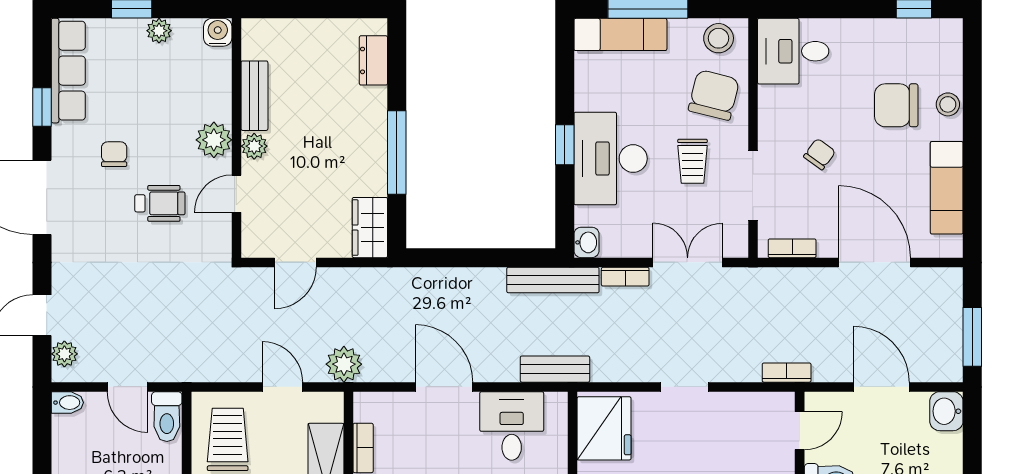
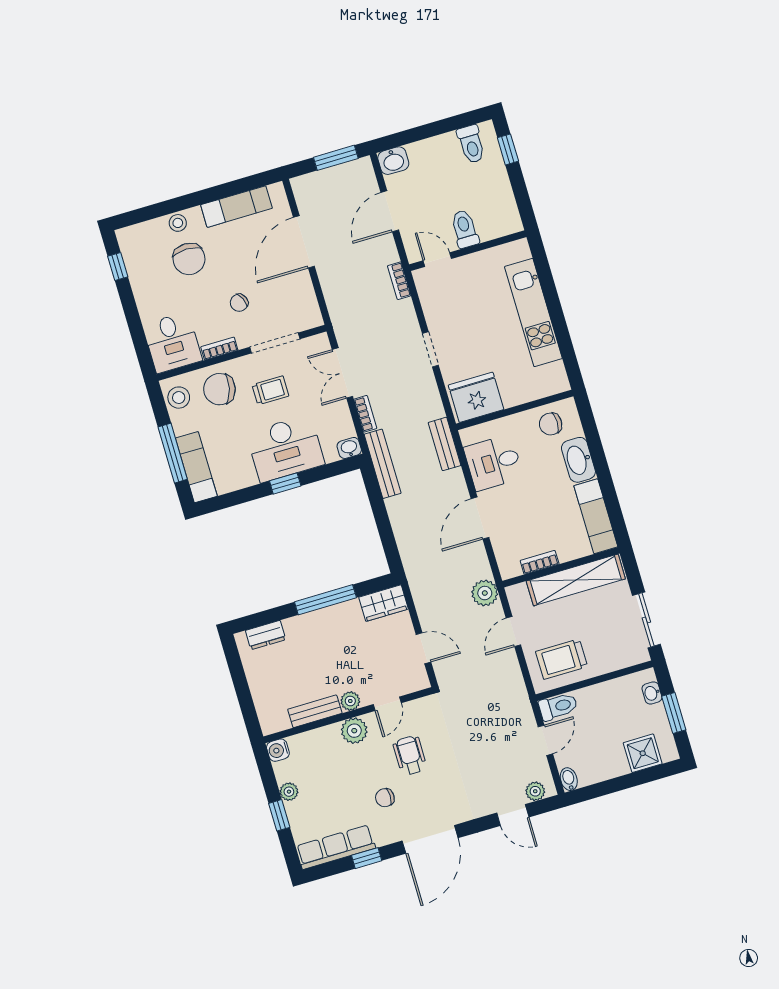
chair: (820, 154) -> (239, 303), turned -61
door: (236, 194) -> (387, 704), hinge flipped
bookcase: (792, 248) -> (219, 348), moved, turned 90

